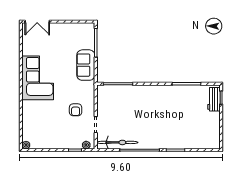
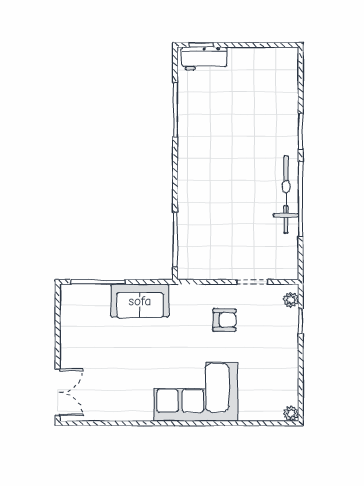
corner sofa: (38, 78) -> (196, 392), moved
bicycle: (117, 142) -> (286, 195), moved

